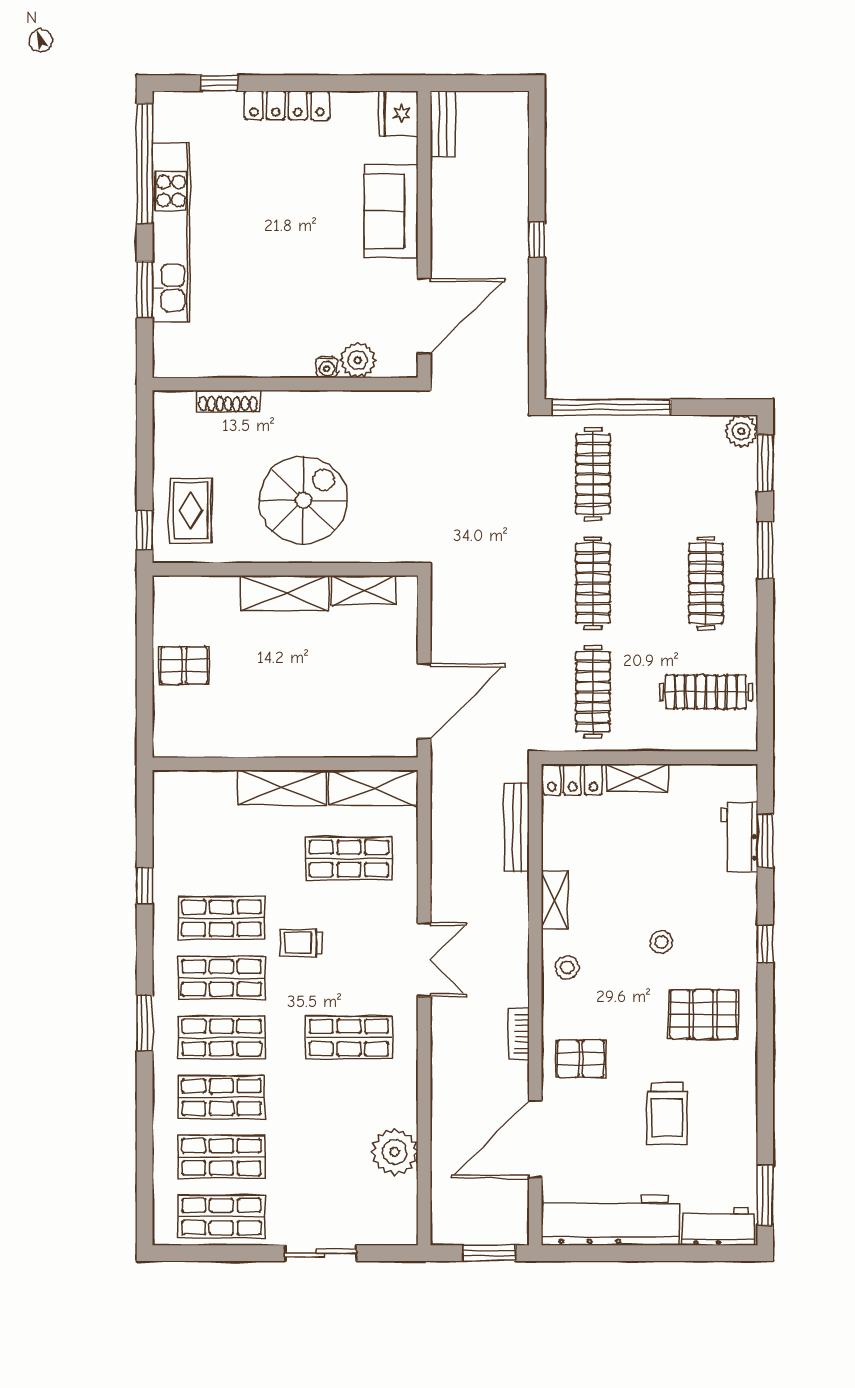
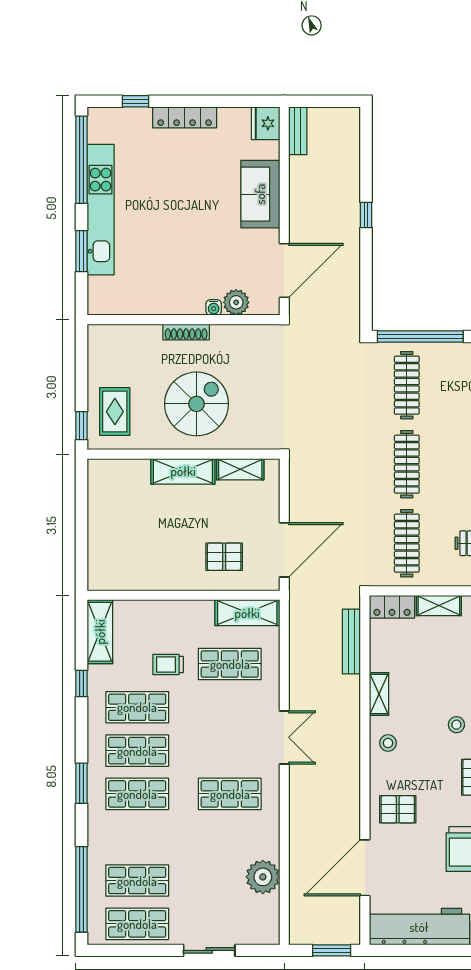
shoe rack: (228, 401) -> (186, 332), moved
pallet: (184, 665) -> (224, 557), moved
shelving: (282, 788) -> (100, 632), moved, turned 90
trolley: (301, 943) -> (168, 665), moved
bookcase: (519, 1034) -> (353, 791), removed
shop shelf: (221, 1097) -> (137, 837), removed
window: (145, 1169) -> (81, 889), added

